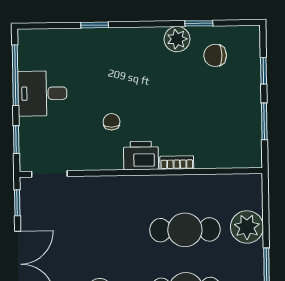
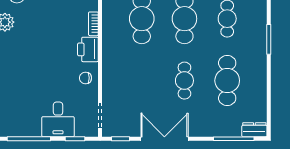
desk: (42, 93) -> (58, 119), moved
chair: (112, 122) -> (85, 78), moved

